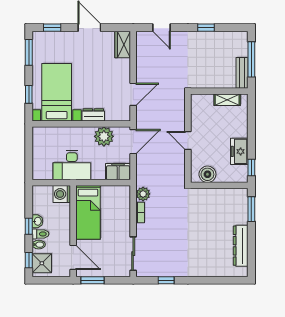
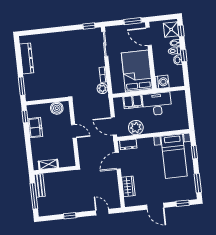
wardrobe: (123, 44) -> (128, 186), moved
dresser: (93, 115) -> (128, 144), moved
door: (133, 142) -> (114, 126), hinge flipped
filing cabinet: (118, 172) -> (133, 102), moved
bed: (88, 212) -> (137, 71), width x1.50
window: (166, 280) -> (89, 26), moved

